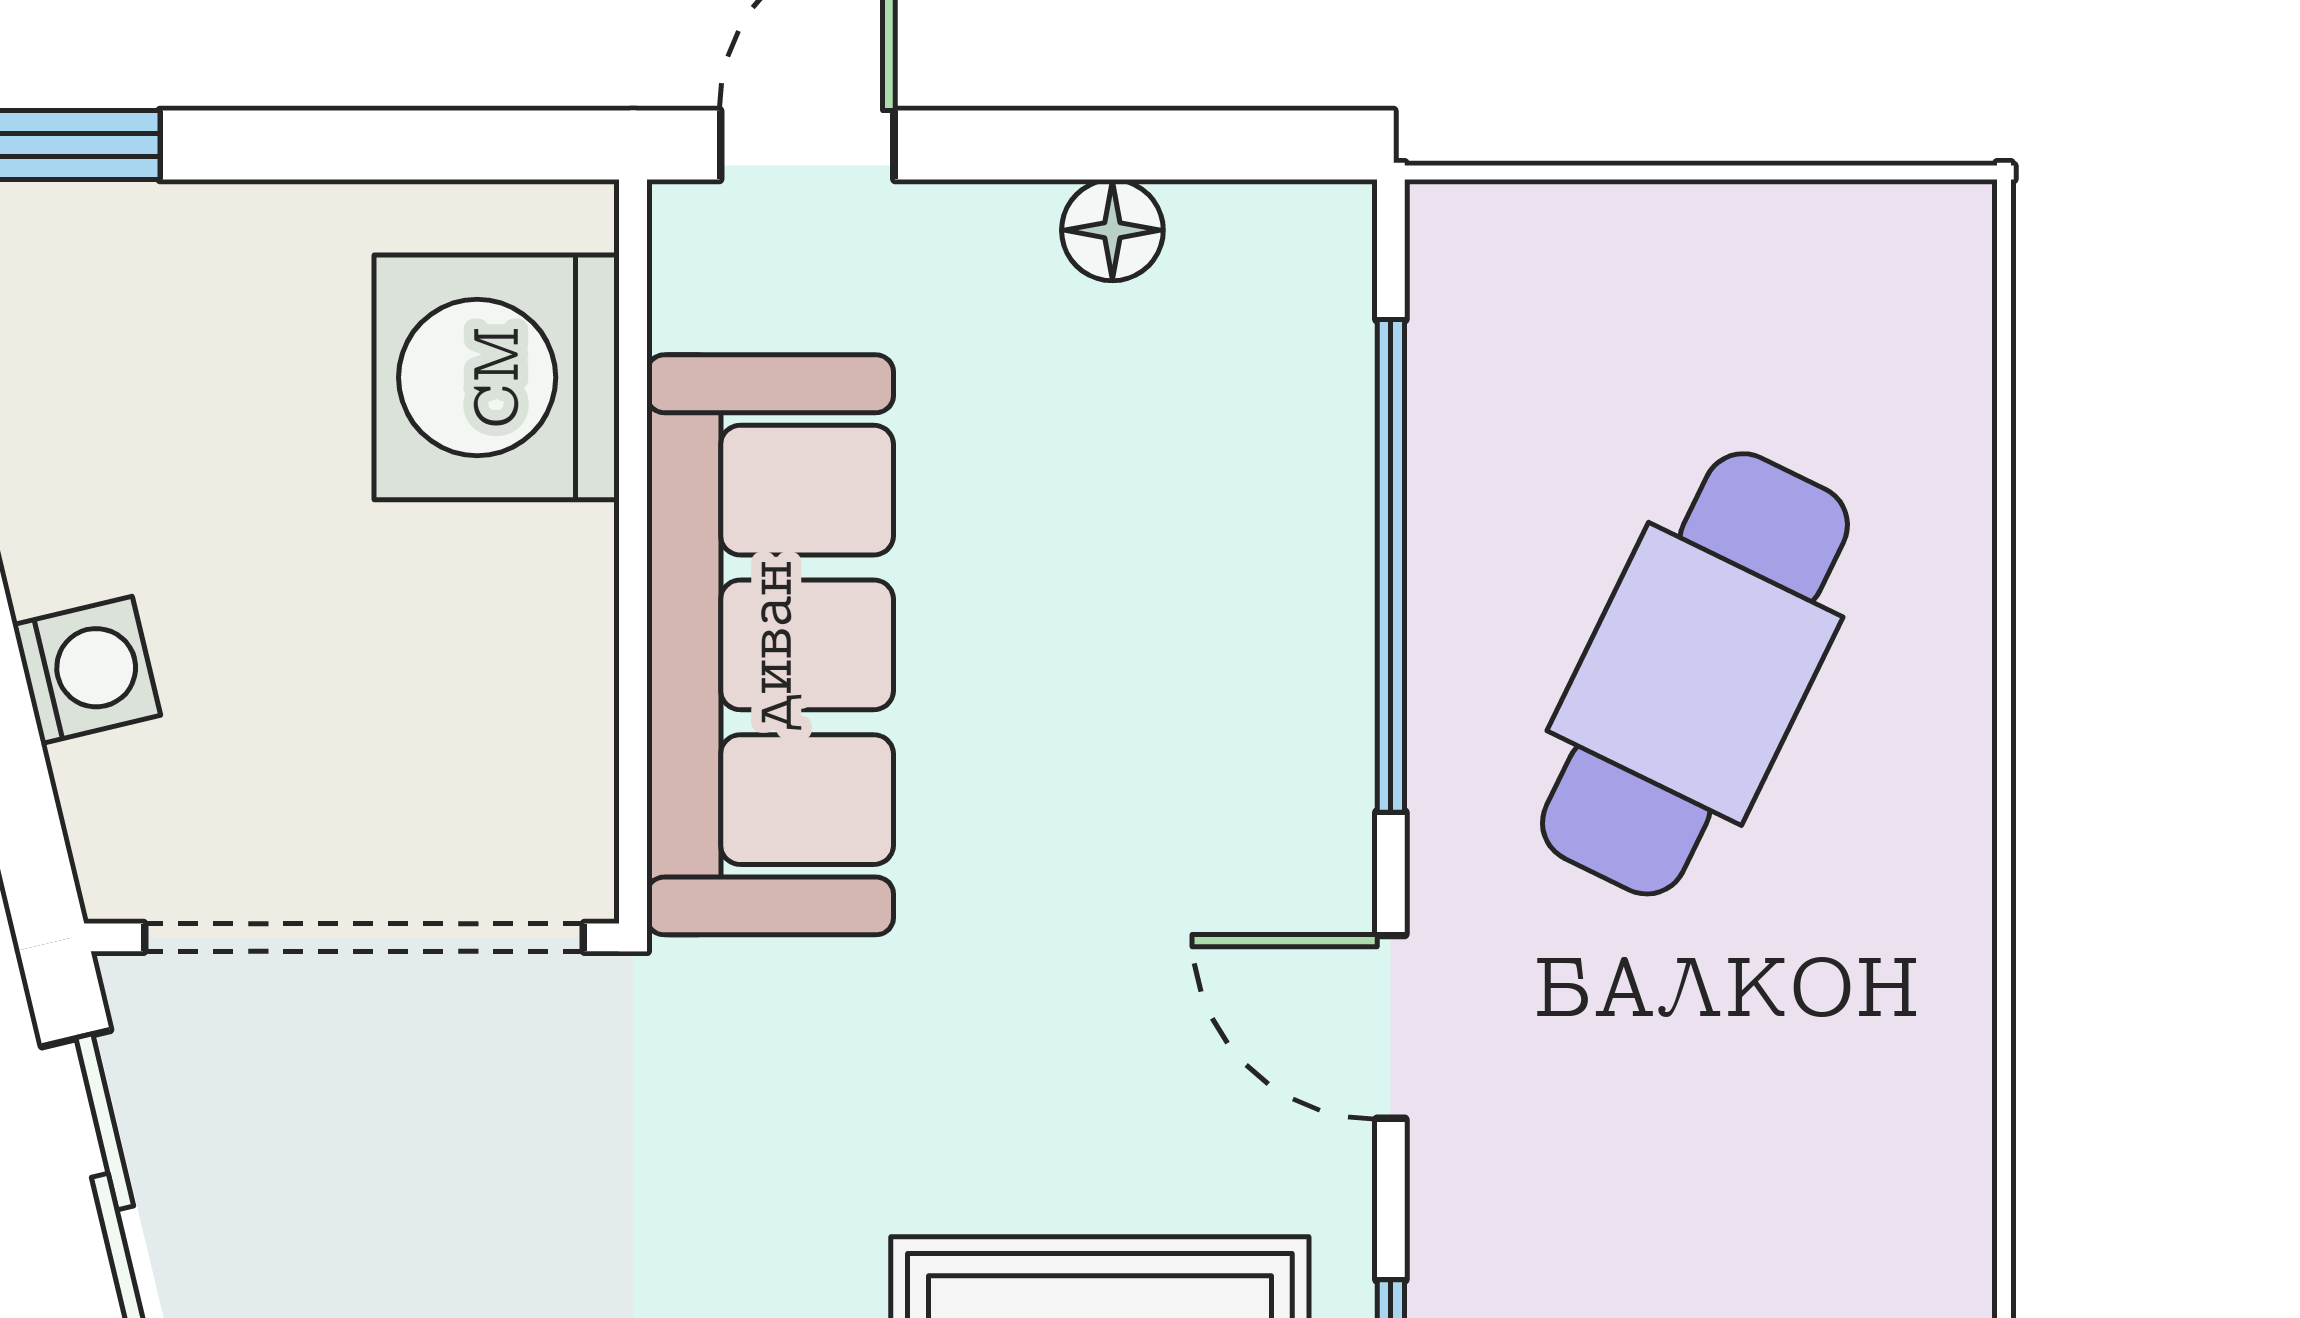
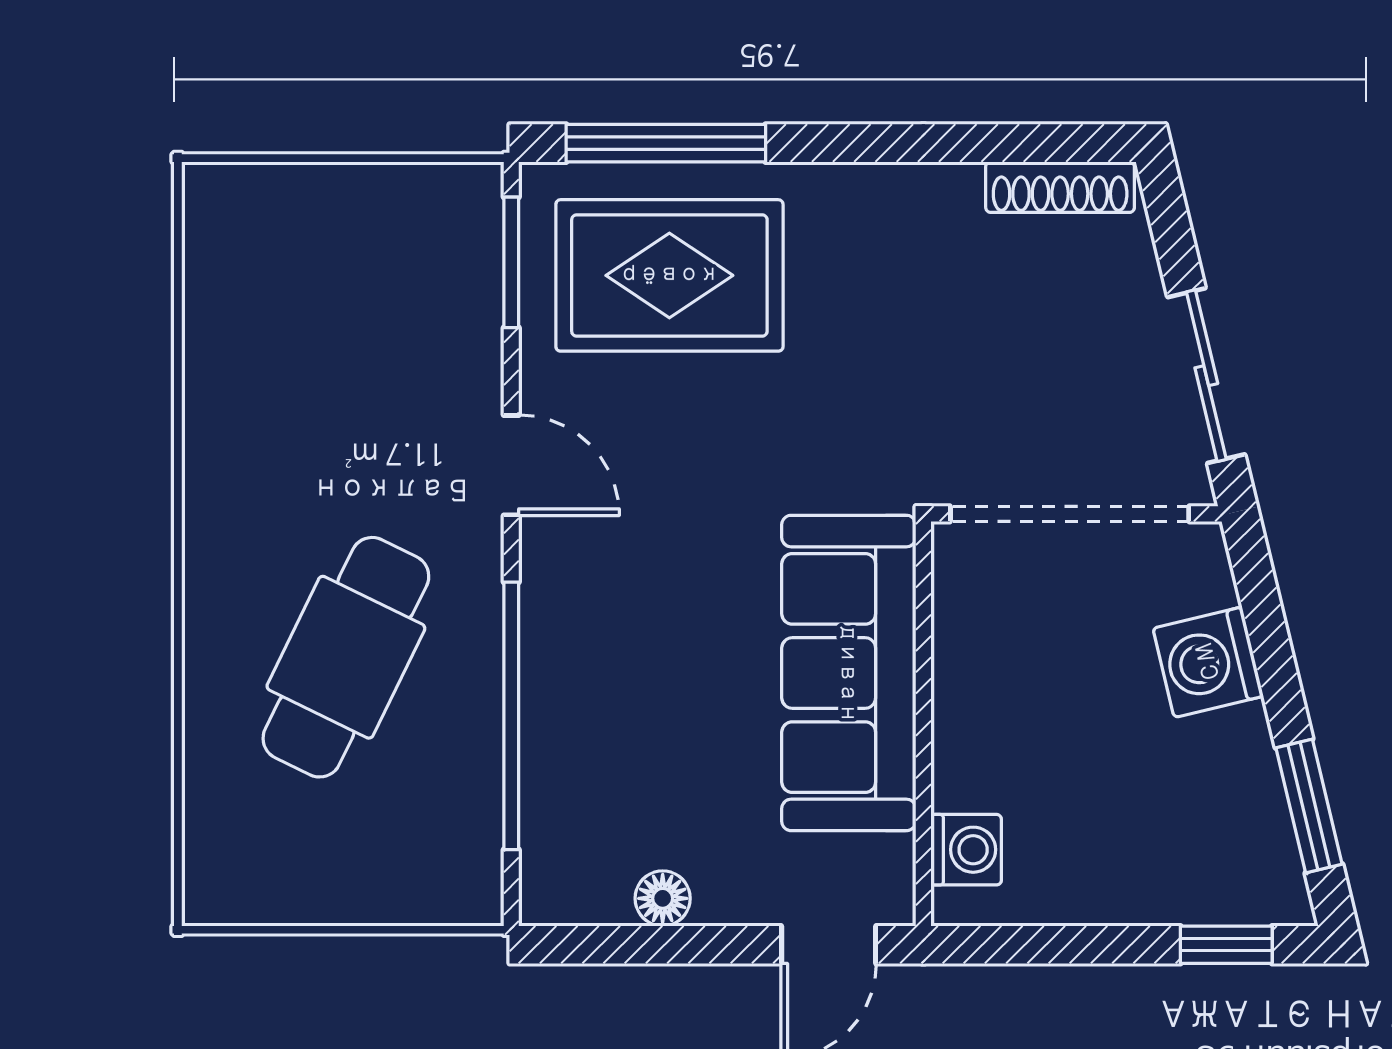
washing machine: (497, 377) -> (966, 850), width x0.53, depth x0.53
washing machine: (87, 670) -> (1208, 662), width x1.38, depth x1.38

